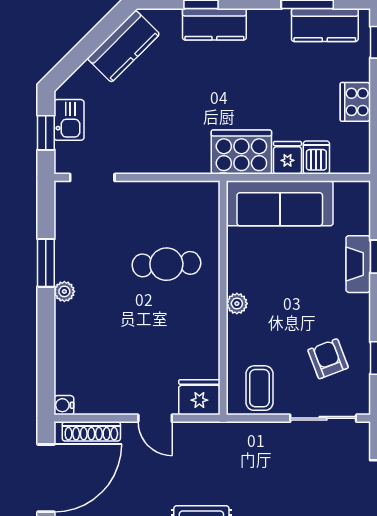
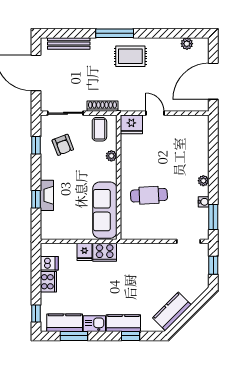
kitchen sink: (69, 120) -> (94, 324), moved, turned 90
cooker: (241, 152) -> (105, 252), width x0.73, depth x0.76
dishwasher: (316, 157) -> (49, 263), moved, turned -90
sofa: (280, 203) -> (105, 210), moved, turned -90
window: (46, 263) -> (213, 217), moved
plant: (237, 304) -> (111, 156), moved
water cooler: (64, 405) -> (204, 202), moved
shoe rack: (91, 431) -> (102, 106), moved

